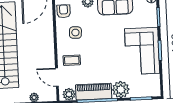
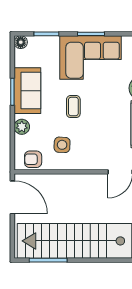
coffee table: (72, 60) -> (73, 107), moved

